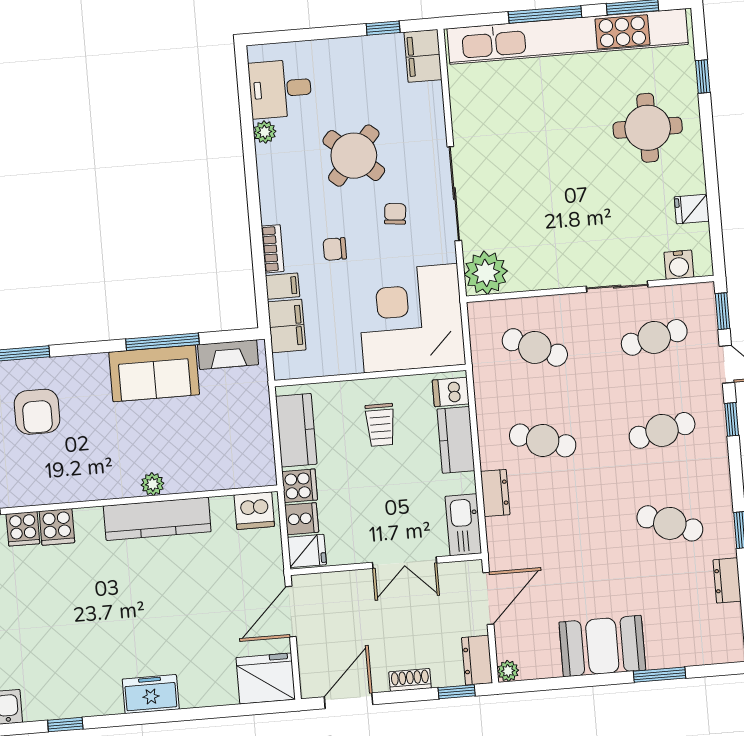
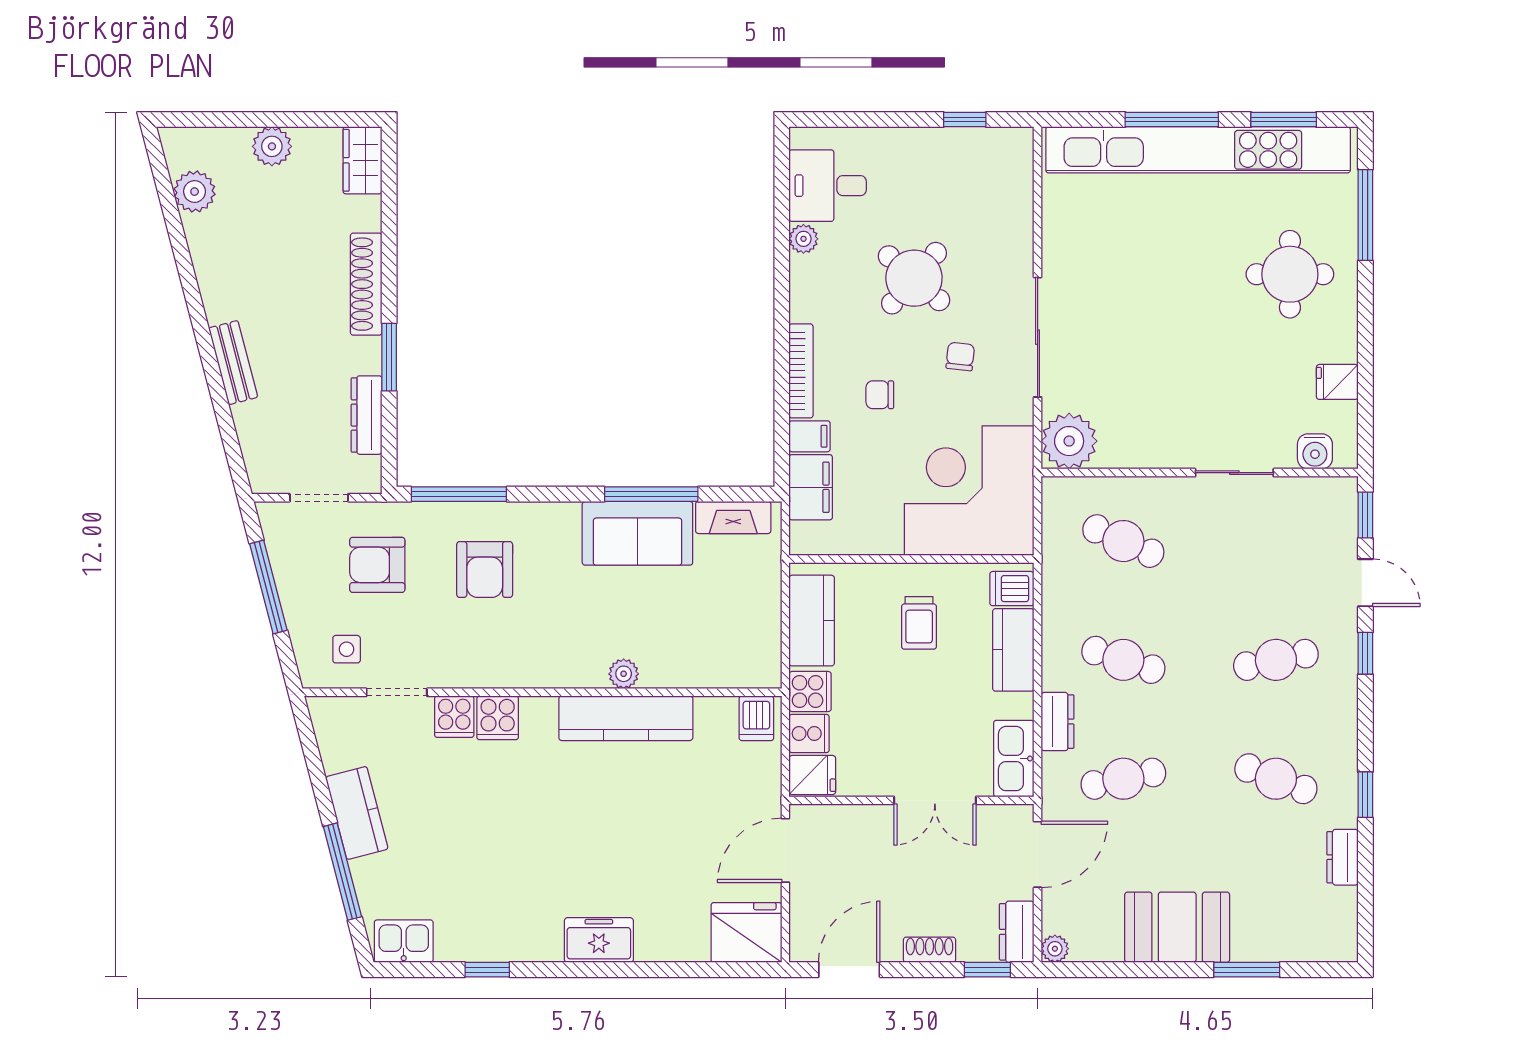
filing cabinet: (423, 56) -> (1012, 159), removed
window: (703, 76) -> (1365, 215), width x2.17
bookcase: (273, 249) -> (801, 371), width x1.56
cafe table: (654, 337) -> (1123, 779), moved
dishwasher: (254, 511) -> (756, 718), width x0.73

